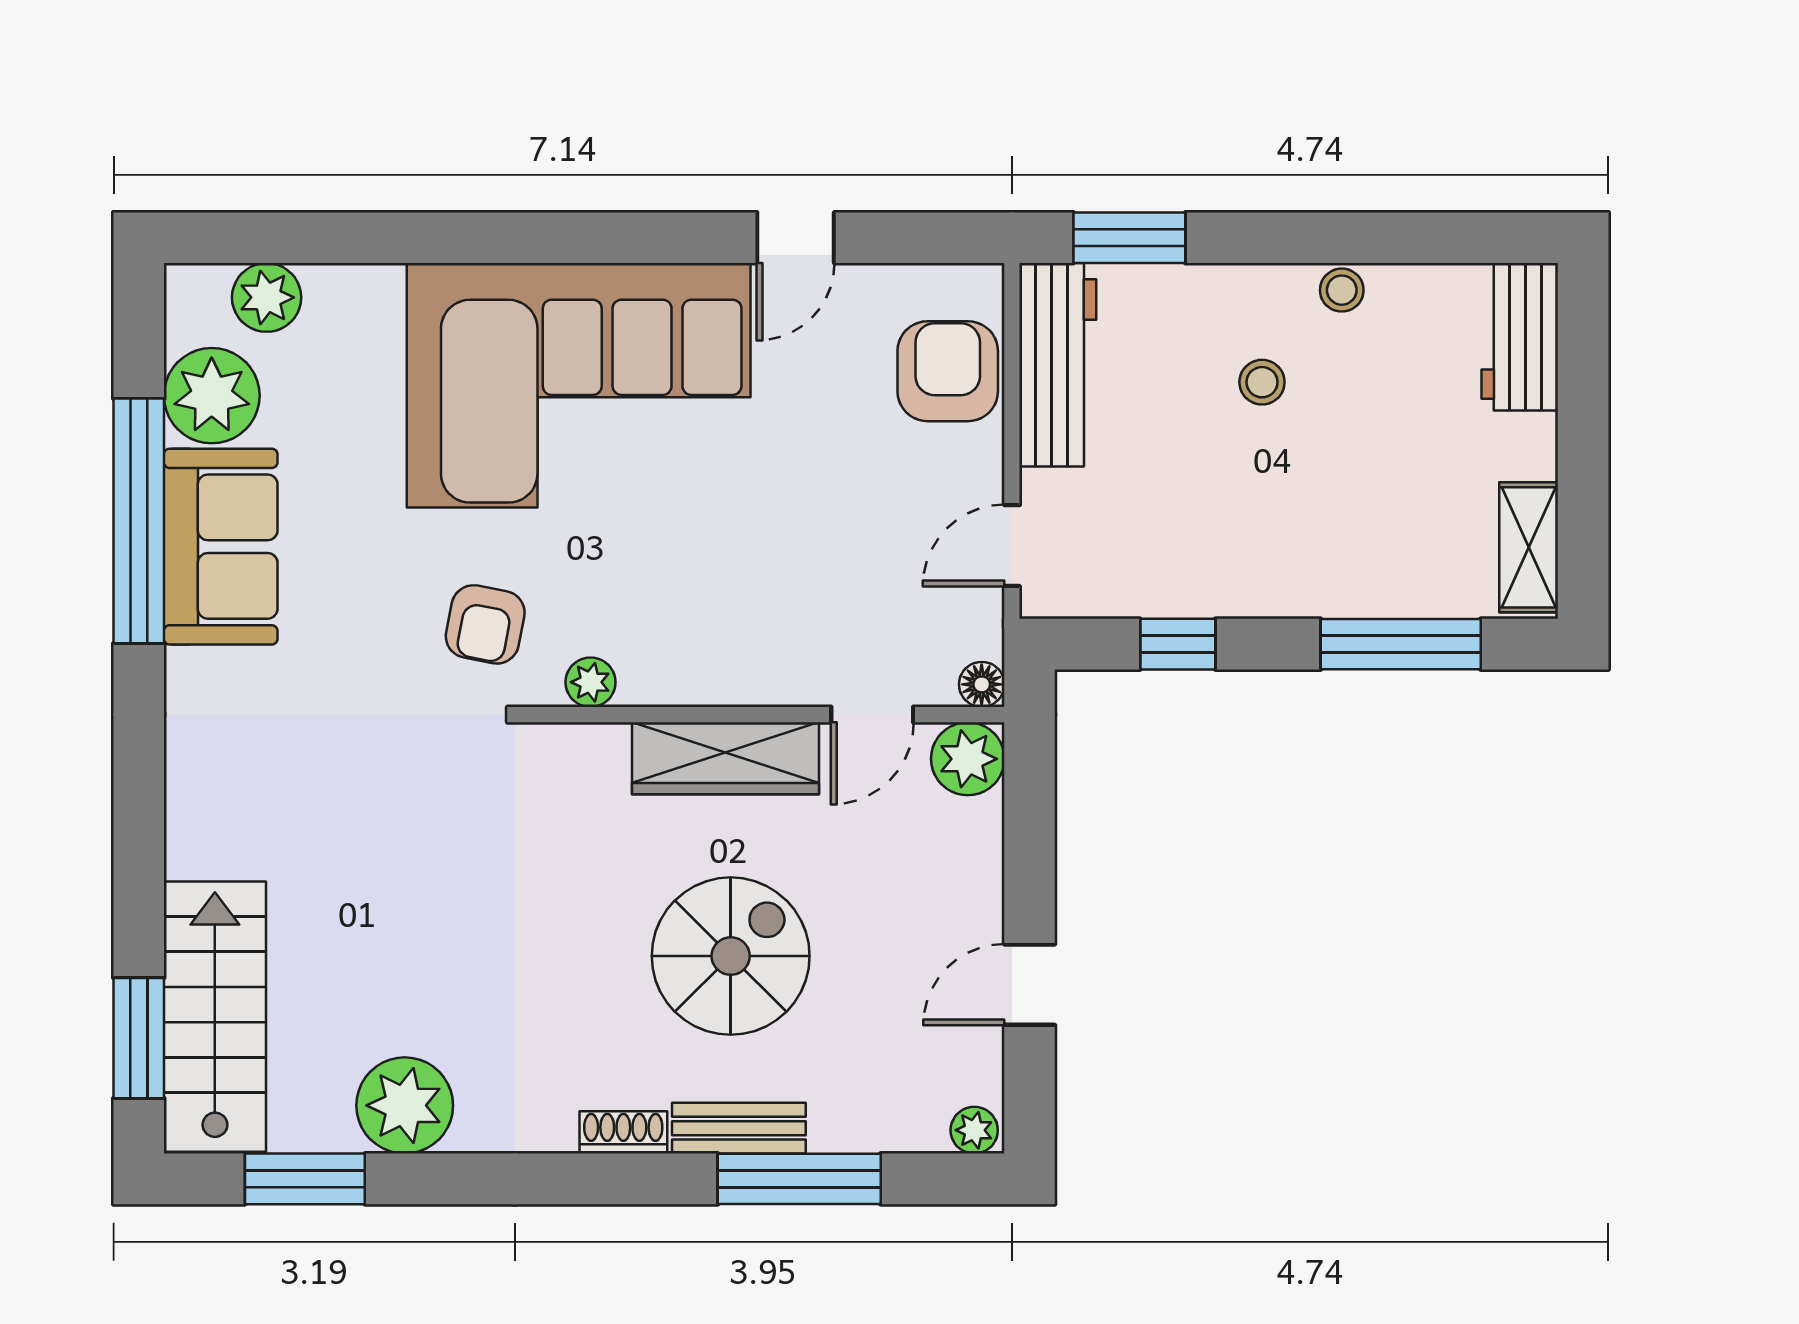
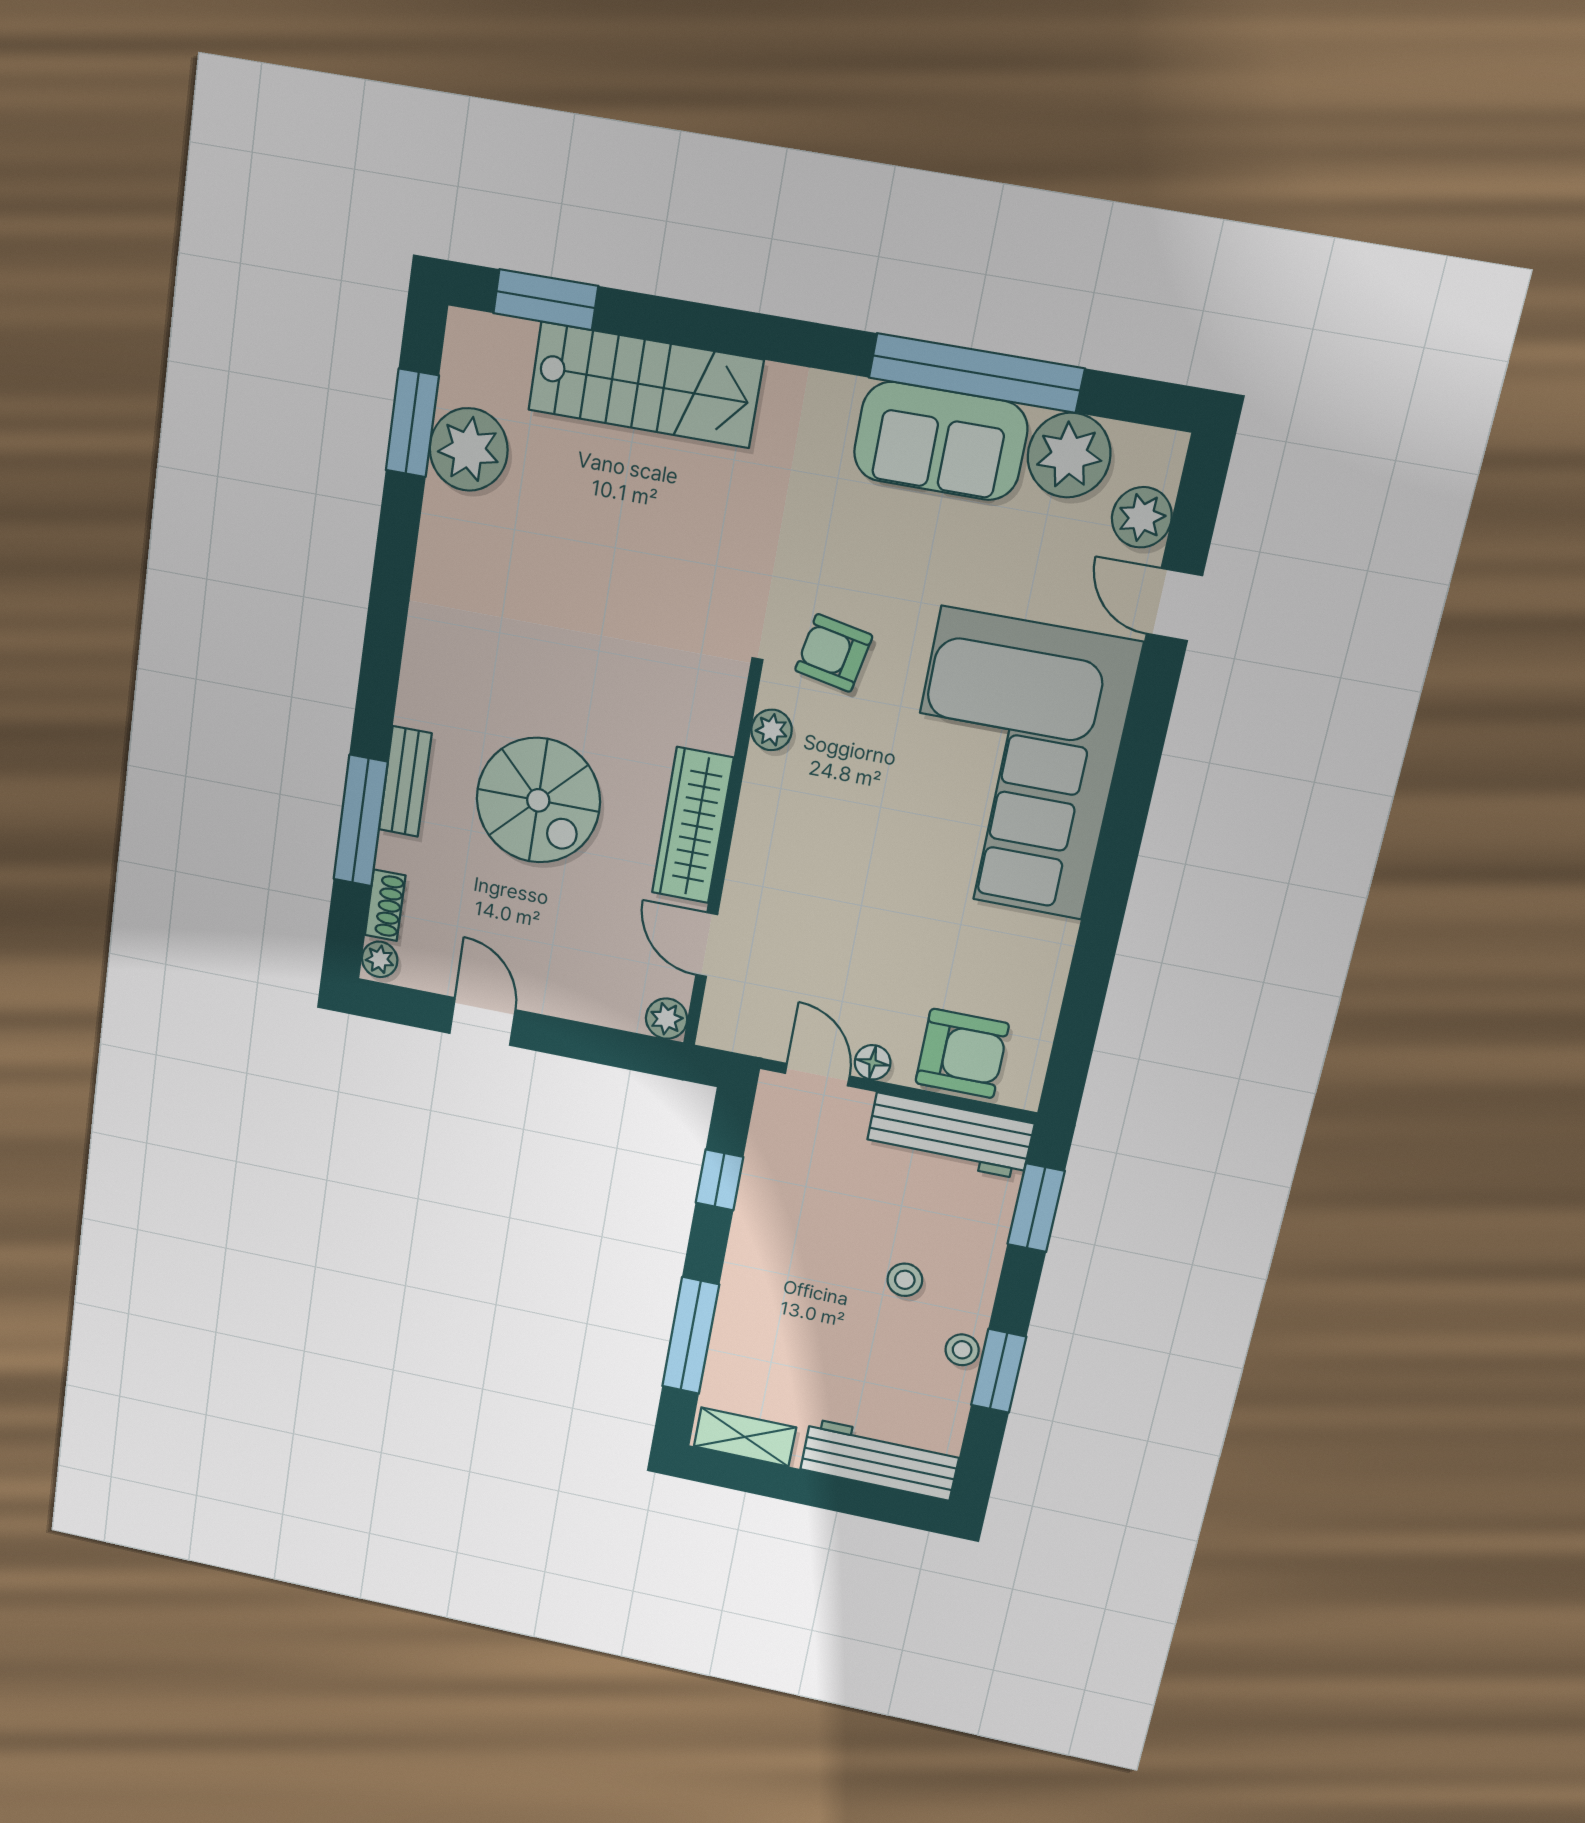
door: (796, 238) -> (1174, 605), moved
window: (1360, 238) -> (999, 1371), added
workbench: (1520, 337) -> (880, 1459), width x1.38
floor lamp: (982, 684) -> (873, 1062), moved
plant: (968, 759) -> (667, 1019), width x0.73, depth x0.73
stairs: (215, 1017) -> (645, 385), moved
plant: (405, 1105) -> (469, 449), moved
shoe rack: (623, 1132) -> (385, 905), moved

